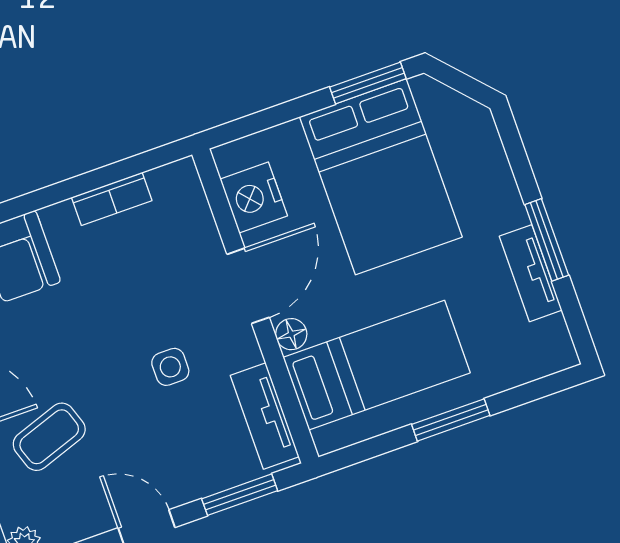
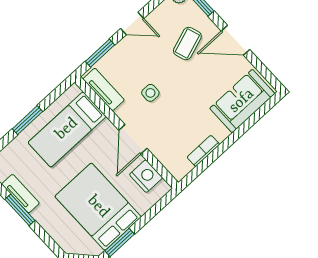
floor lamp: (291, 334) -> (107, 127), removed

